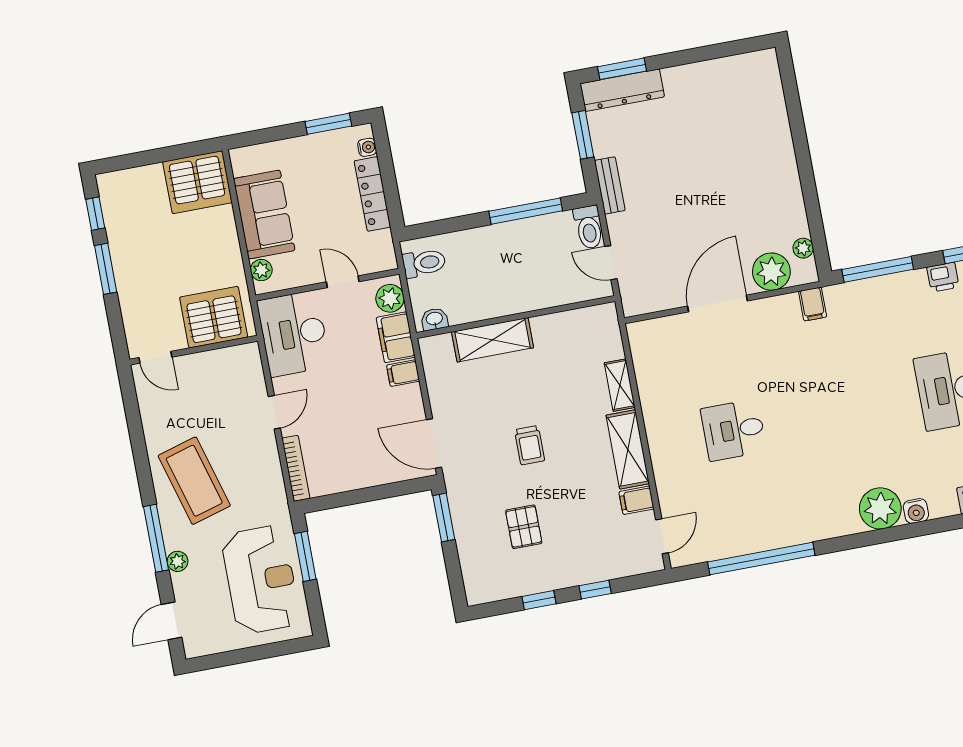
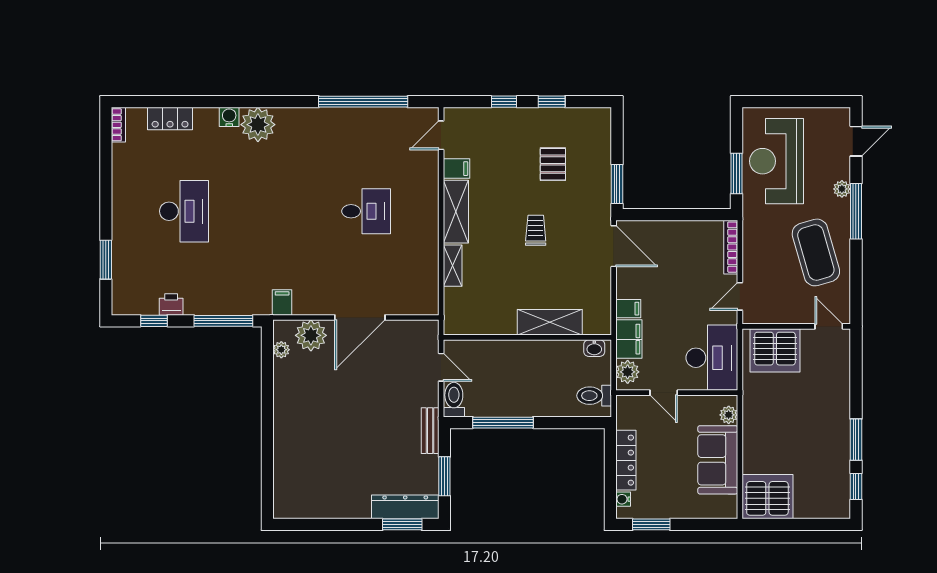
server rack: (214, 317) -> (775, 350), moved
wall: (194, 350) -> (796, 326), moved
door: (155, 357) -> (829, 326), moved

